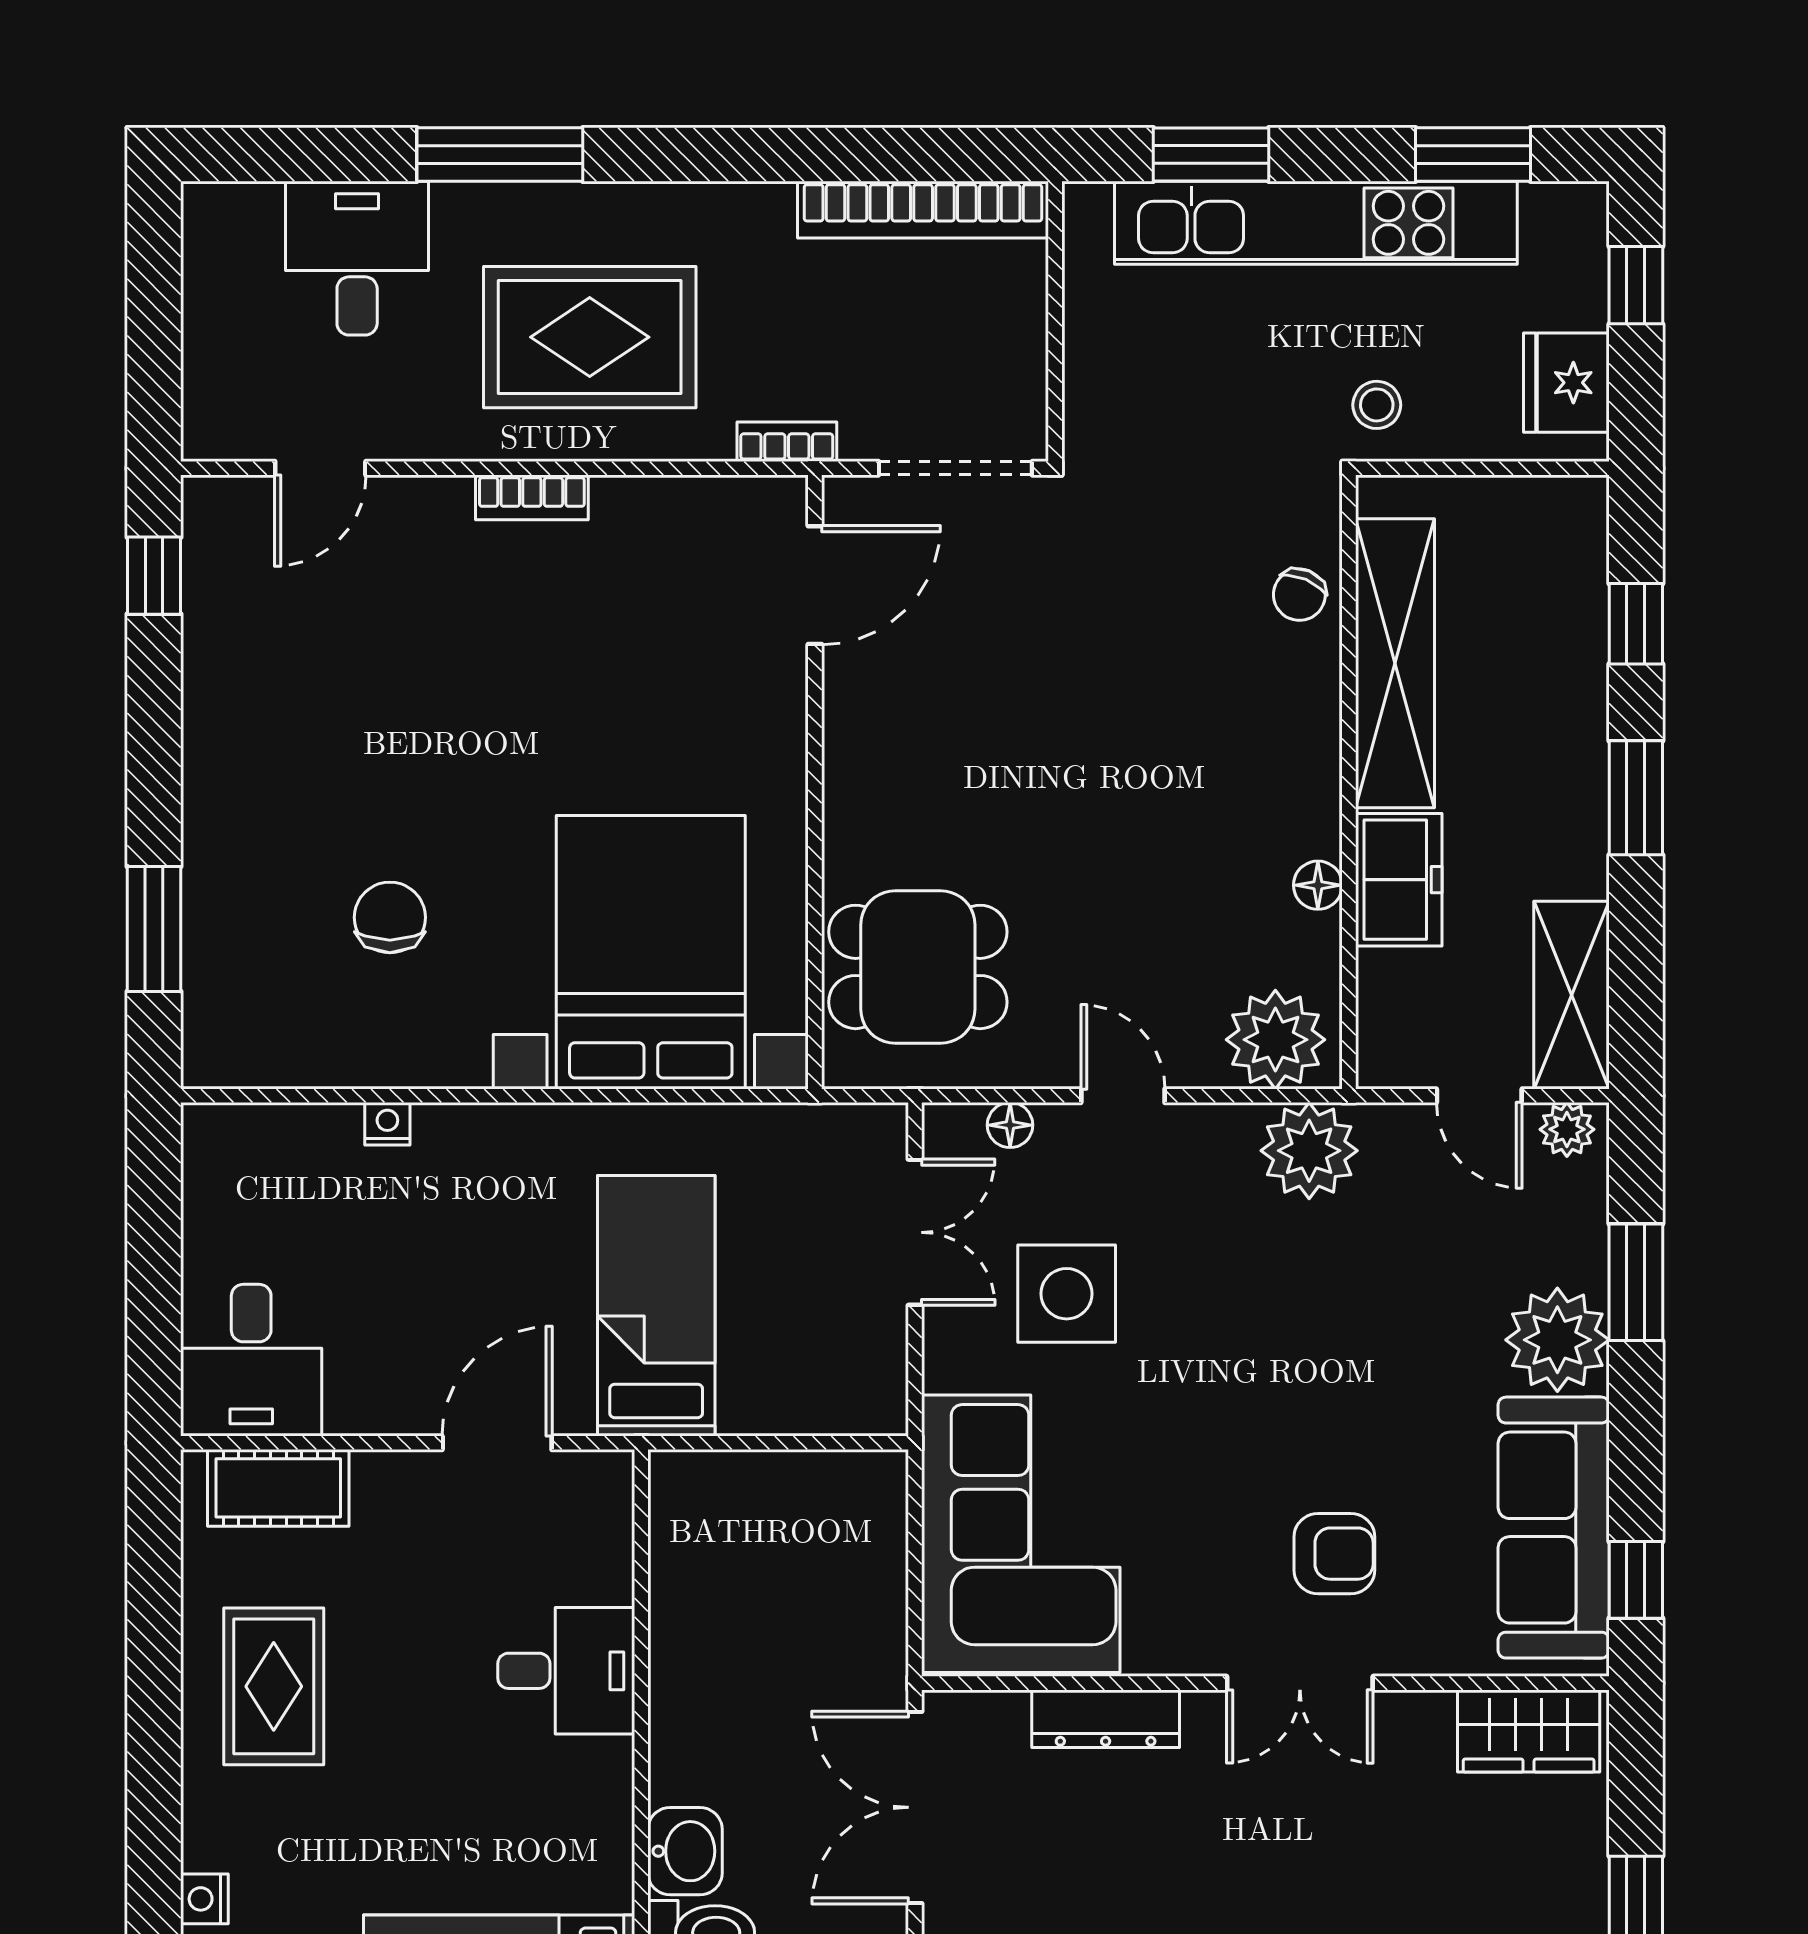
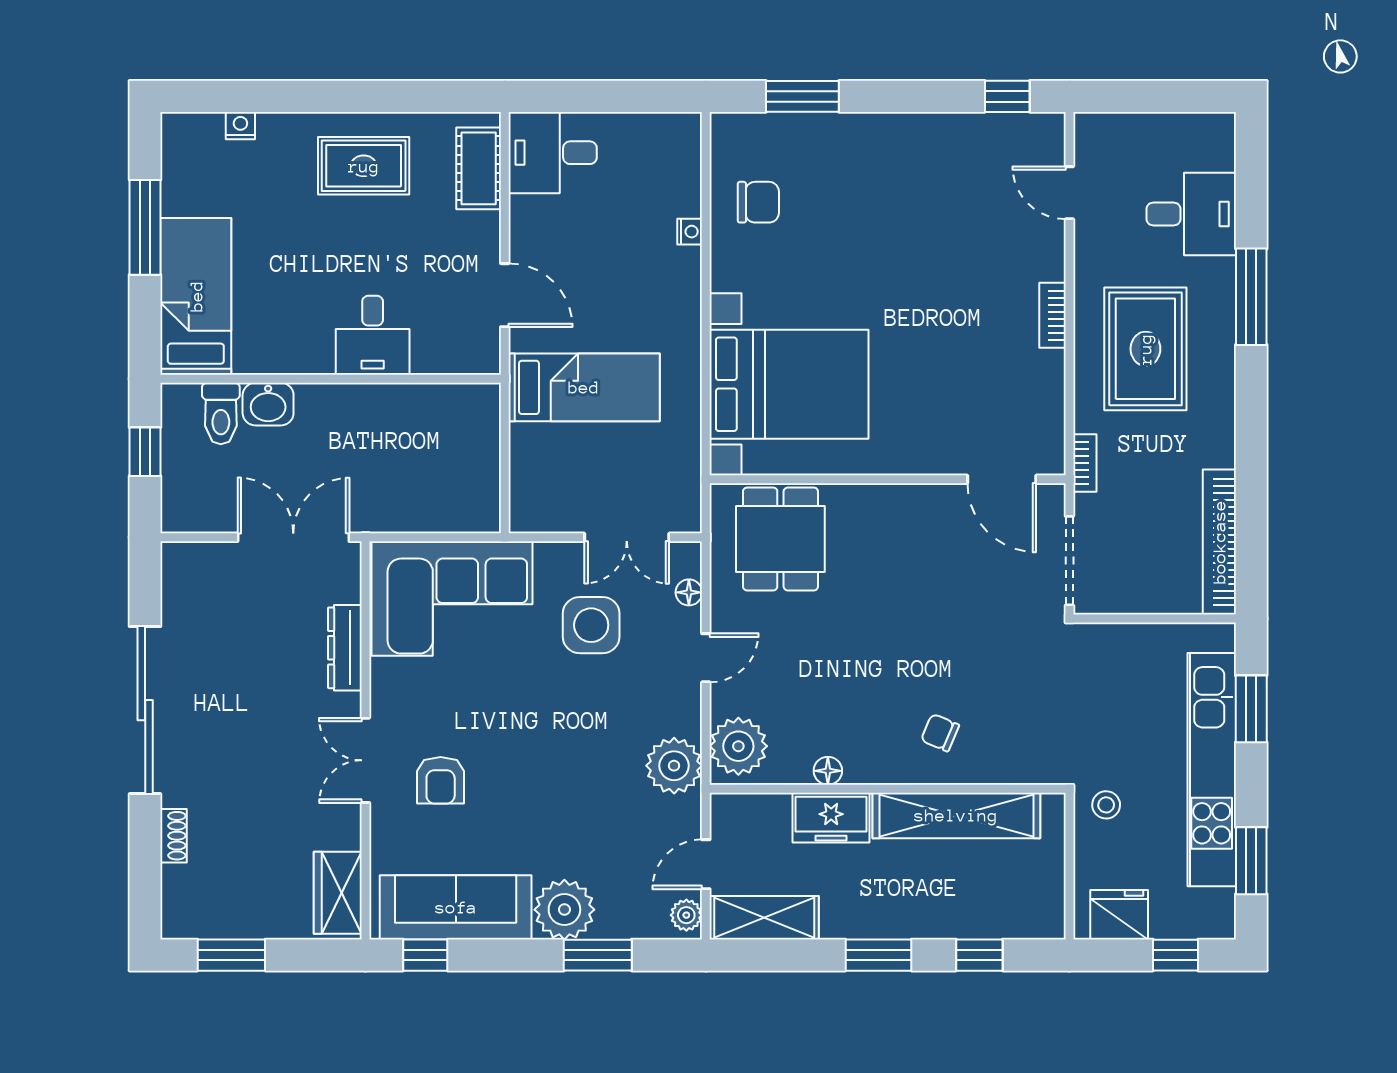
chair: (1299, 595) -> (940, 733), moved
chair: (390, 917) -> (758, 202), moved

